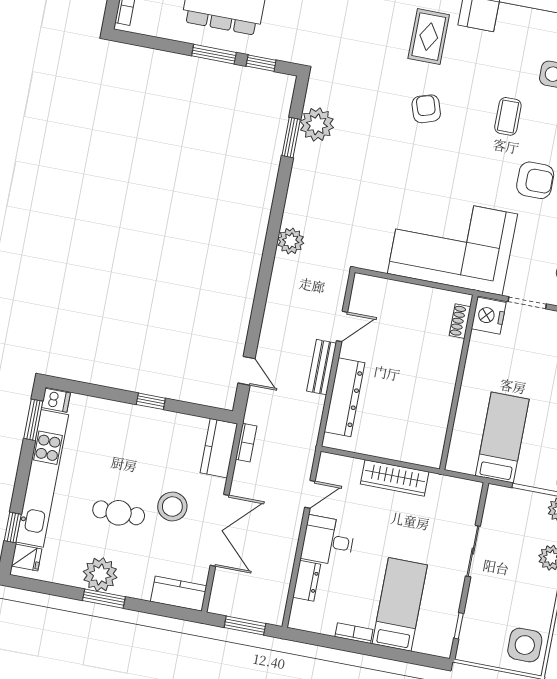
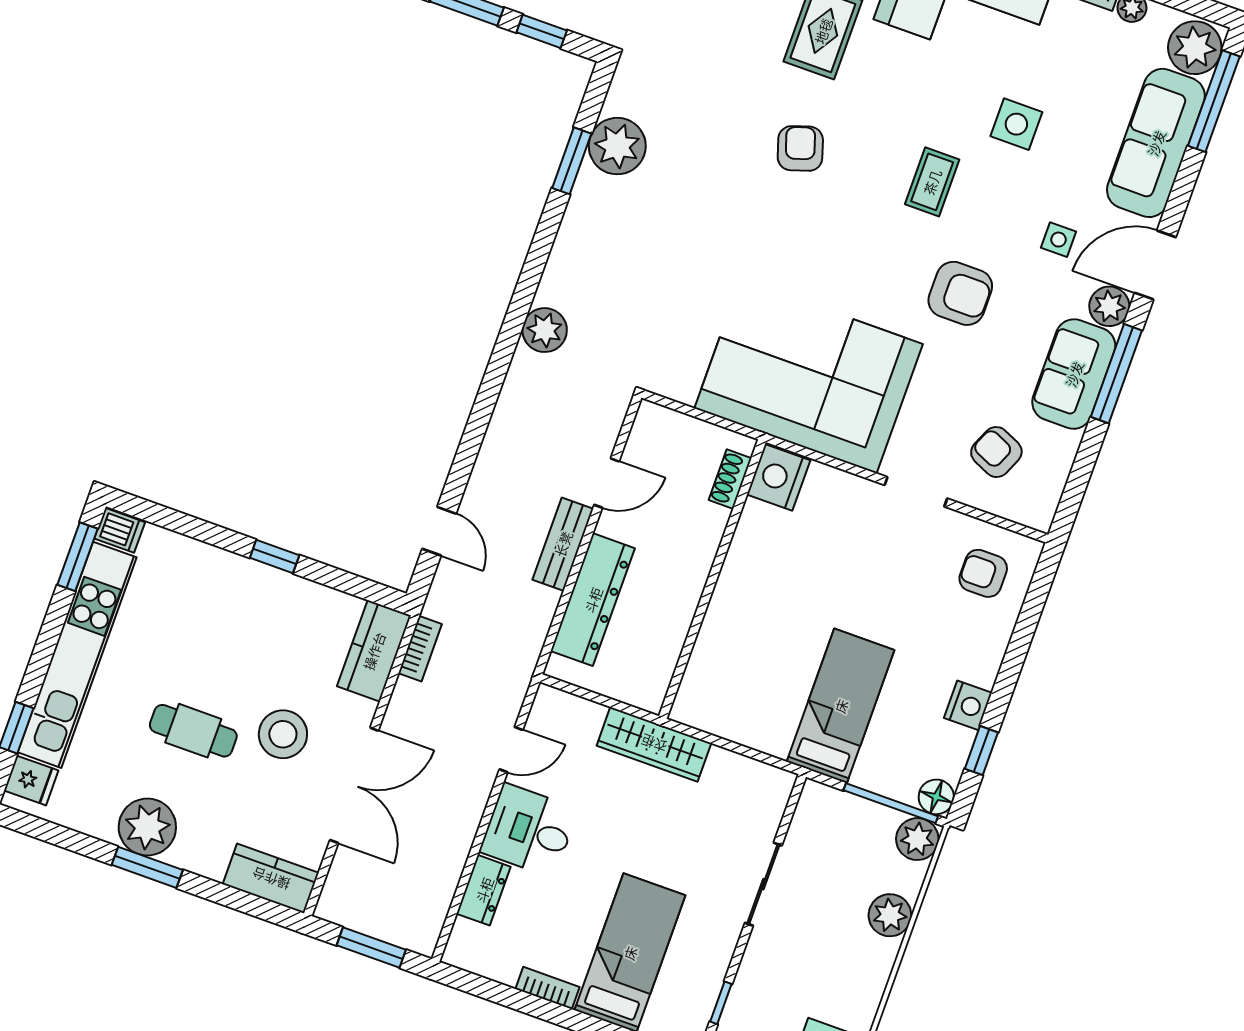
nightstand: (489, 316) -> (779, 477), moved
shoe rack: (460, 321) -> (730, 479), moved
wall: (459, 382) -> (712, 579), moved

